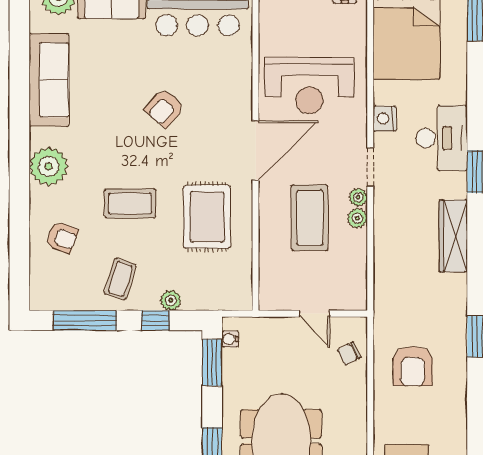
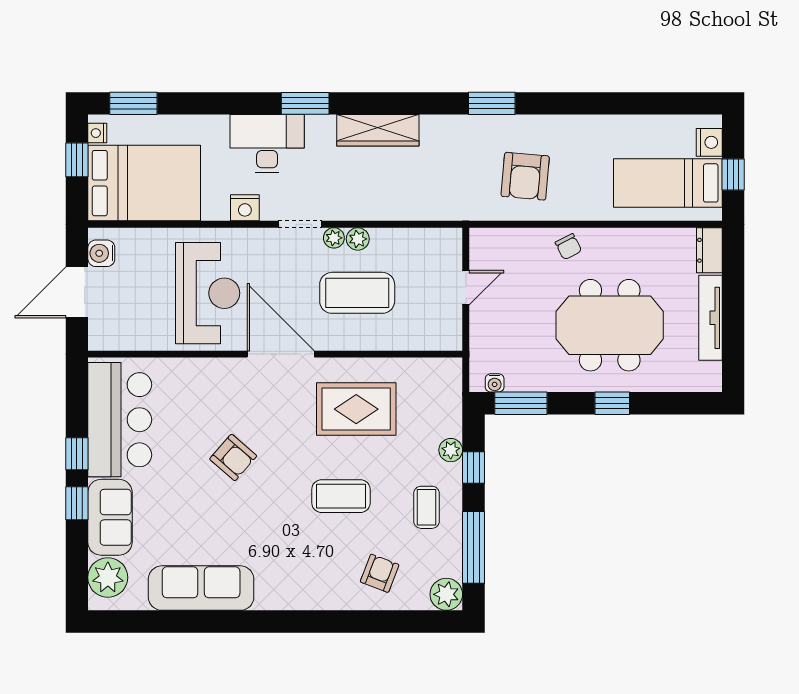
plant: (49, 166) -> (446, 594), moved, width x0.73, depth x0.73
coffee table: (130, 203) -> (341, 496), turned 90
coffee table: (120, 279) -> (426, 507), turned 73
chair: (349, 354) -> (568, 247), moved
armchair: (413, 366) -> (525, 176), turned 95

